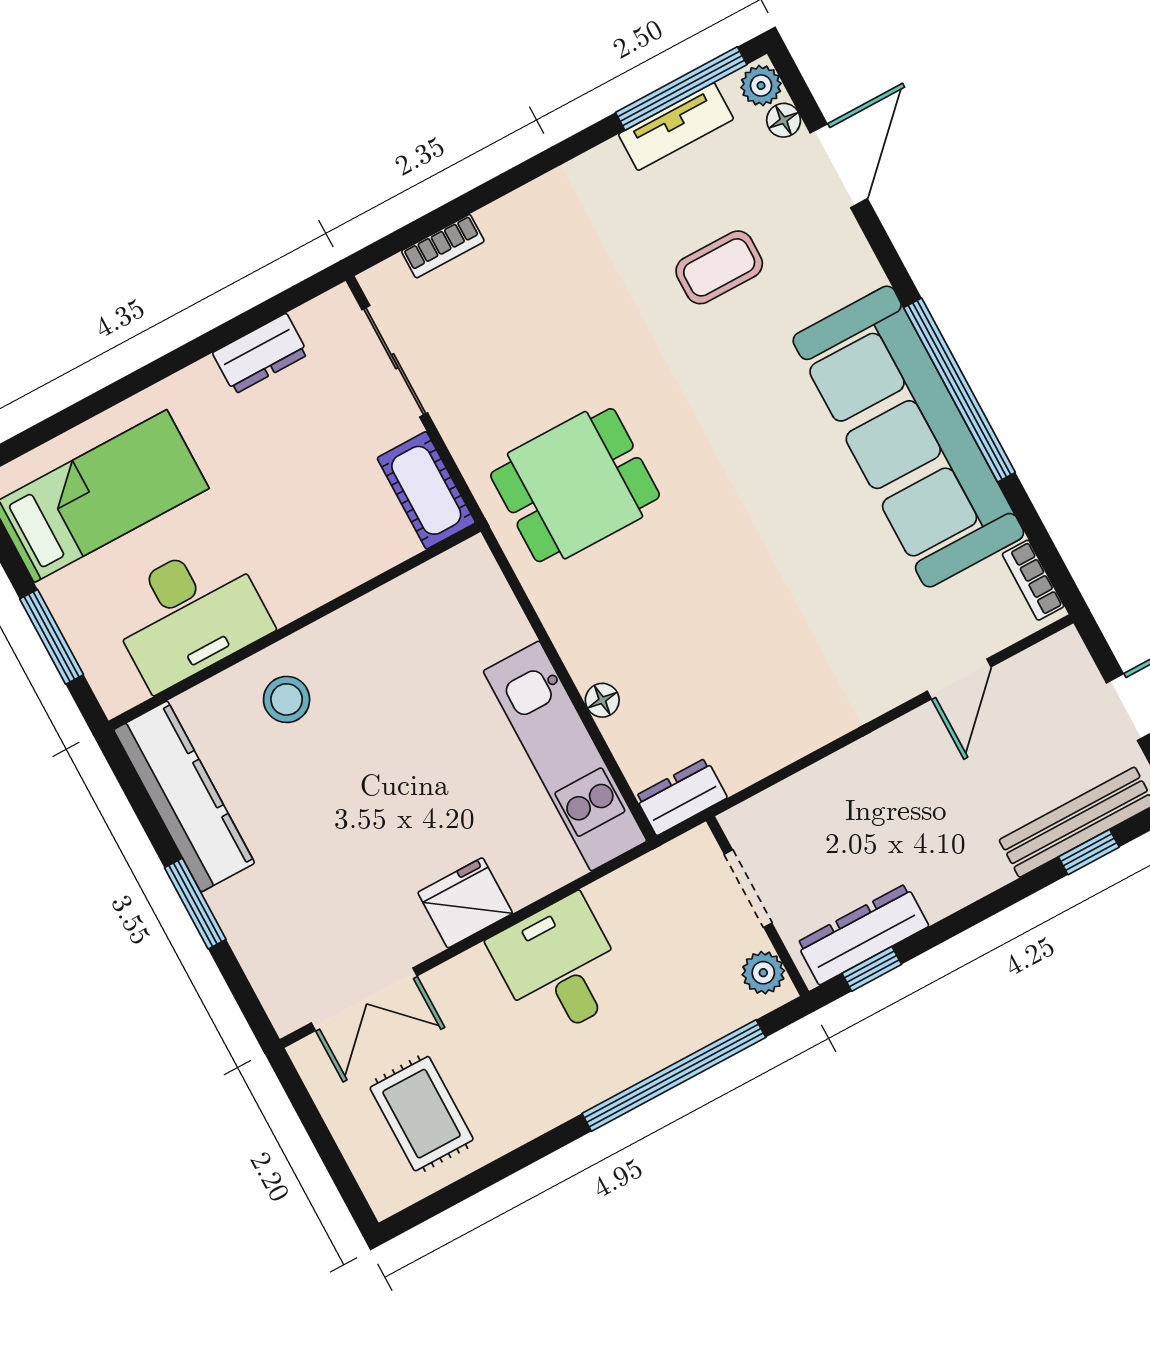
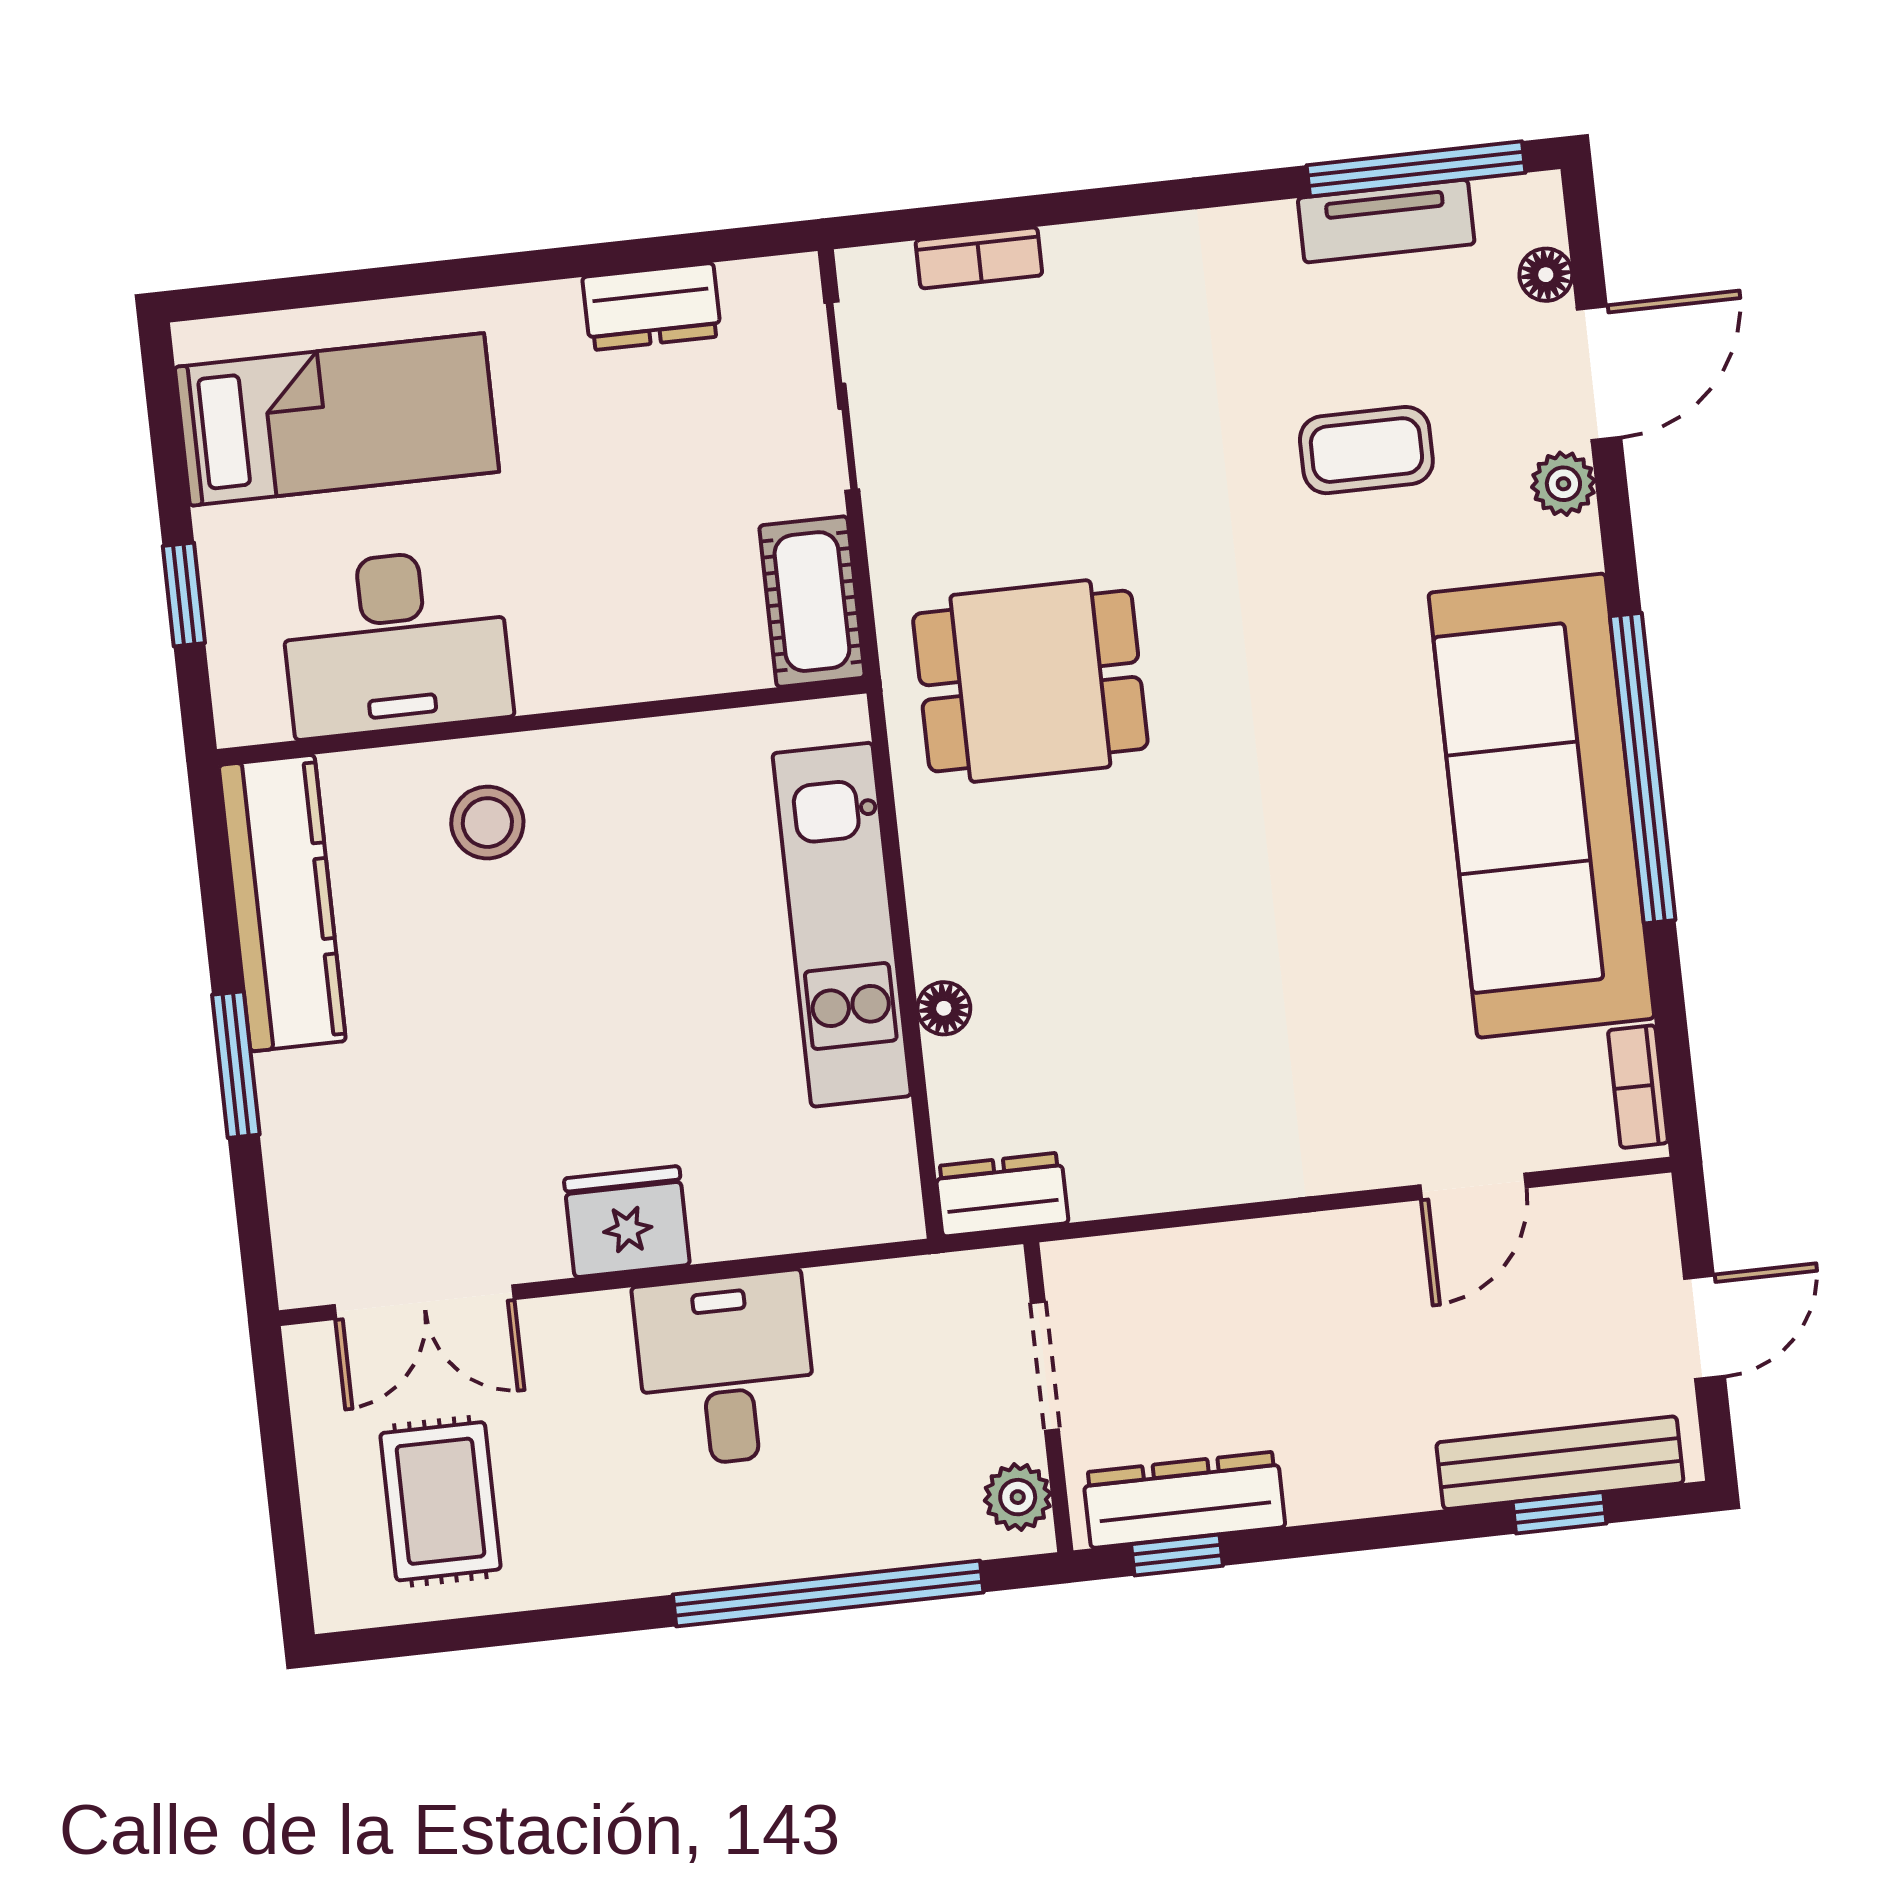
plant: (761, 86) -> (1563, 484), moved
window: (52, 637) -> (184, 595), width x0.67
kitchen unit: (565, 756) -> (842, 925), moved

